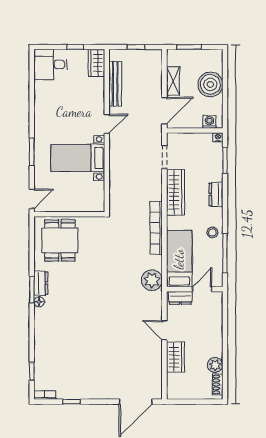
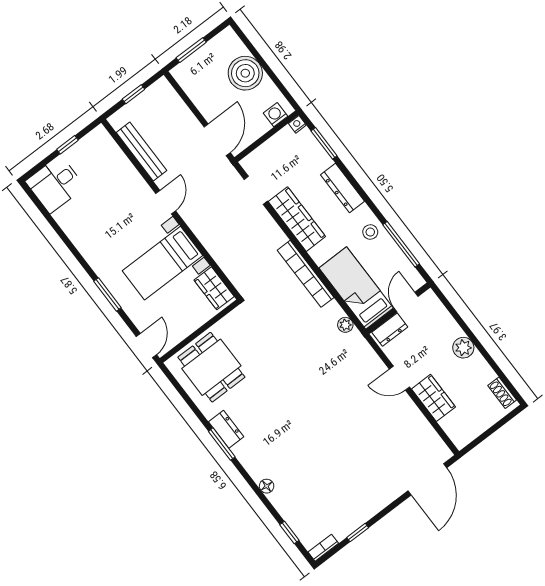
wardrobe: (97, 63) -> (214, 288), moved
shelving: (173, 81) -> (202, 101), removed
dresser: (216, 194) -> (343, 188), width x1.44
plant: (152, 280) -> (345, 325), width x0.53, depth x0.53
floor lamp: (39, 302) -> (267, 486), moved
plant: (215, 365) -> (463, 348), moved

